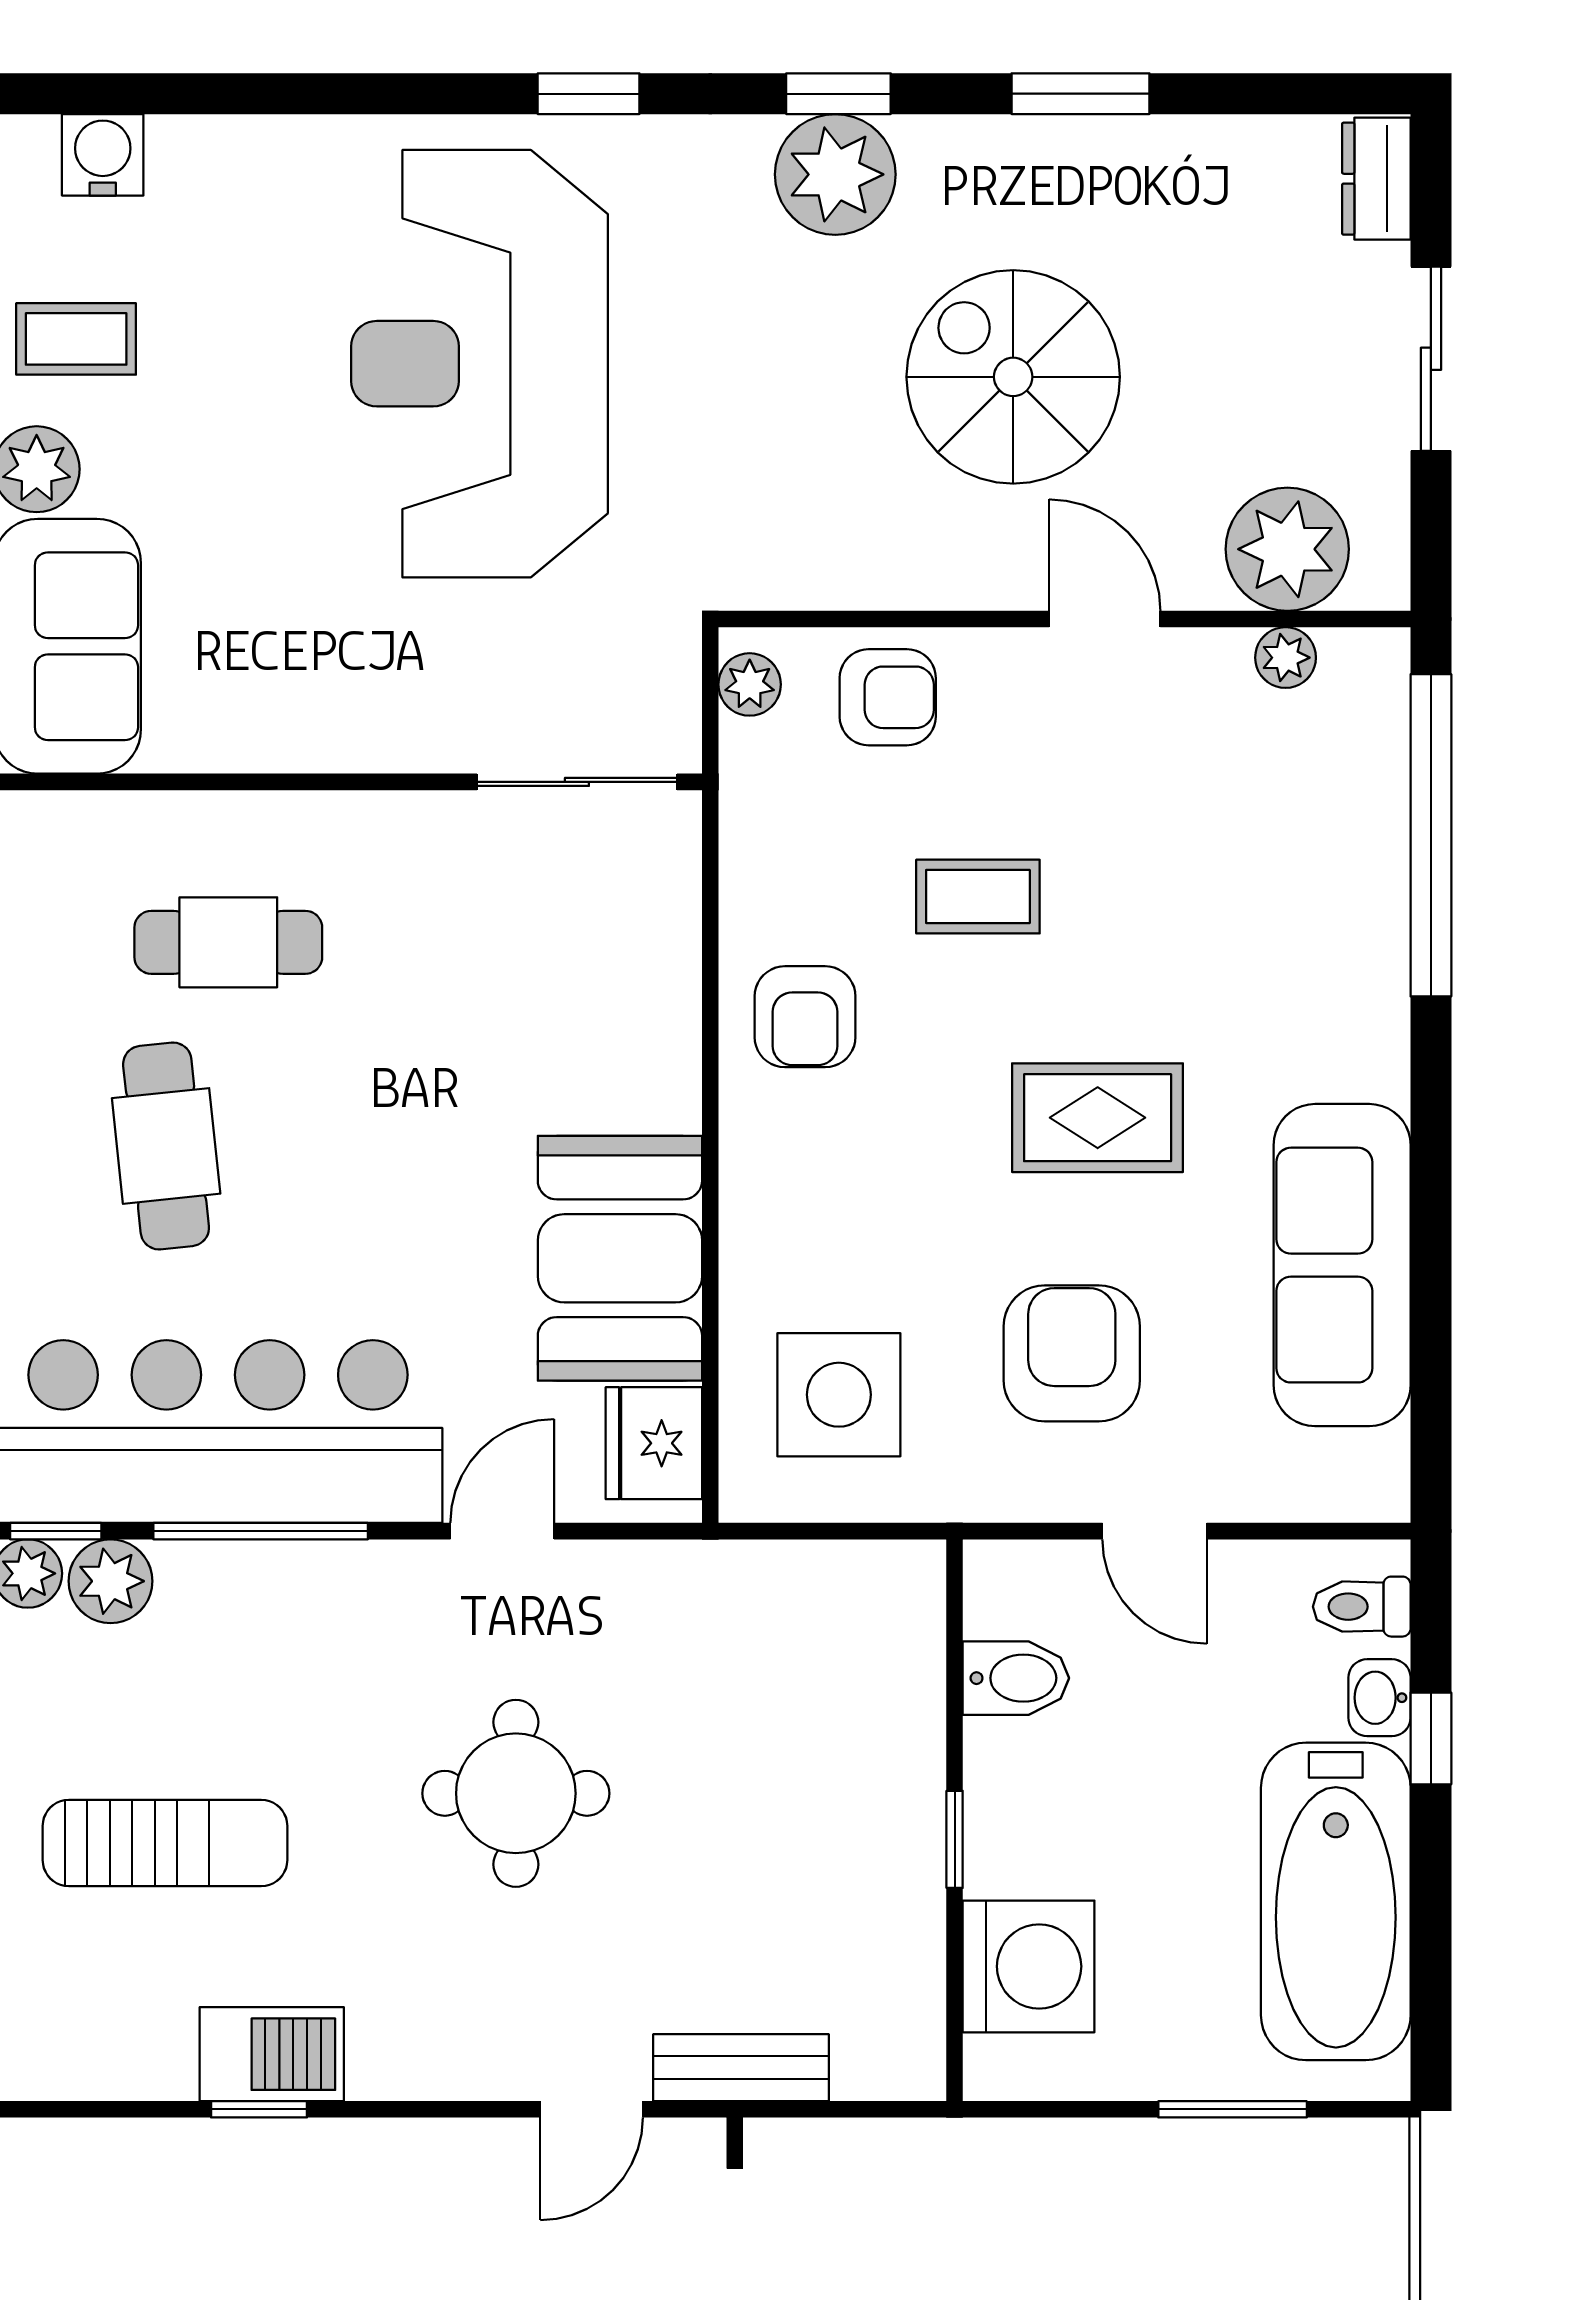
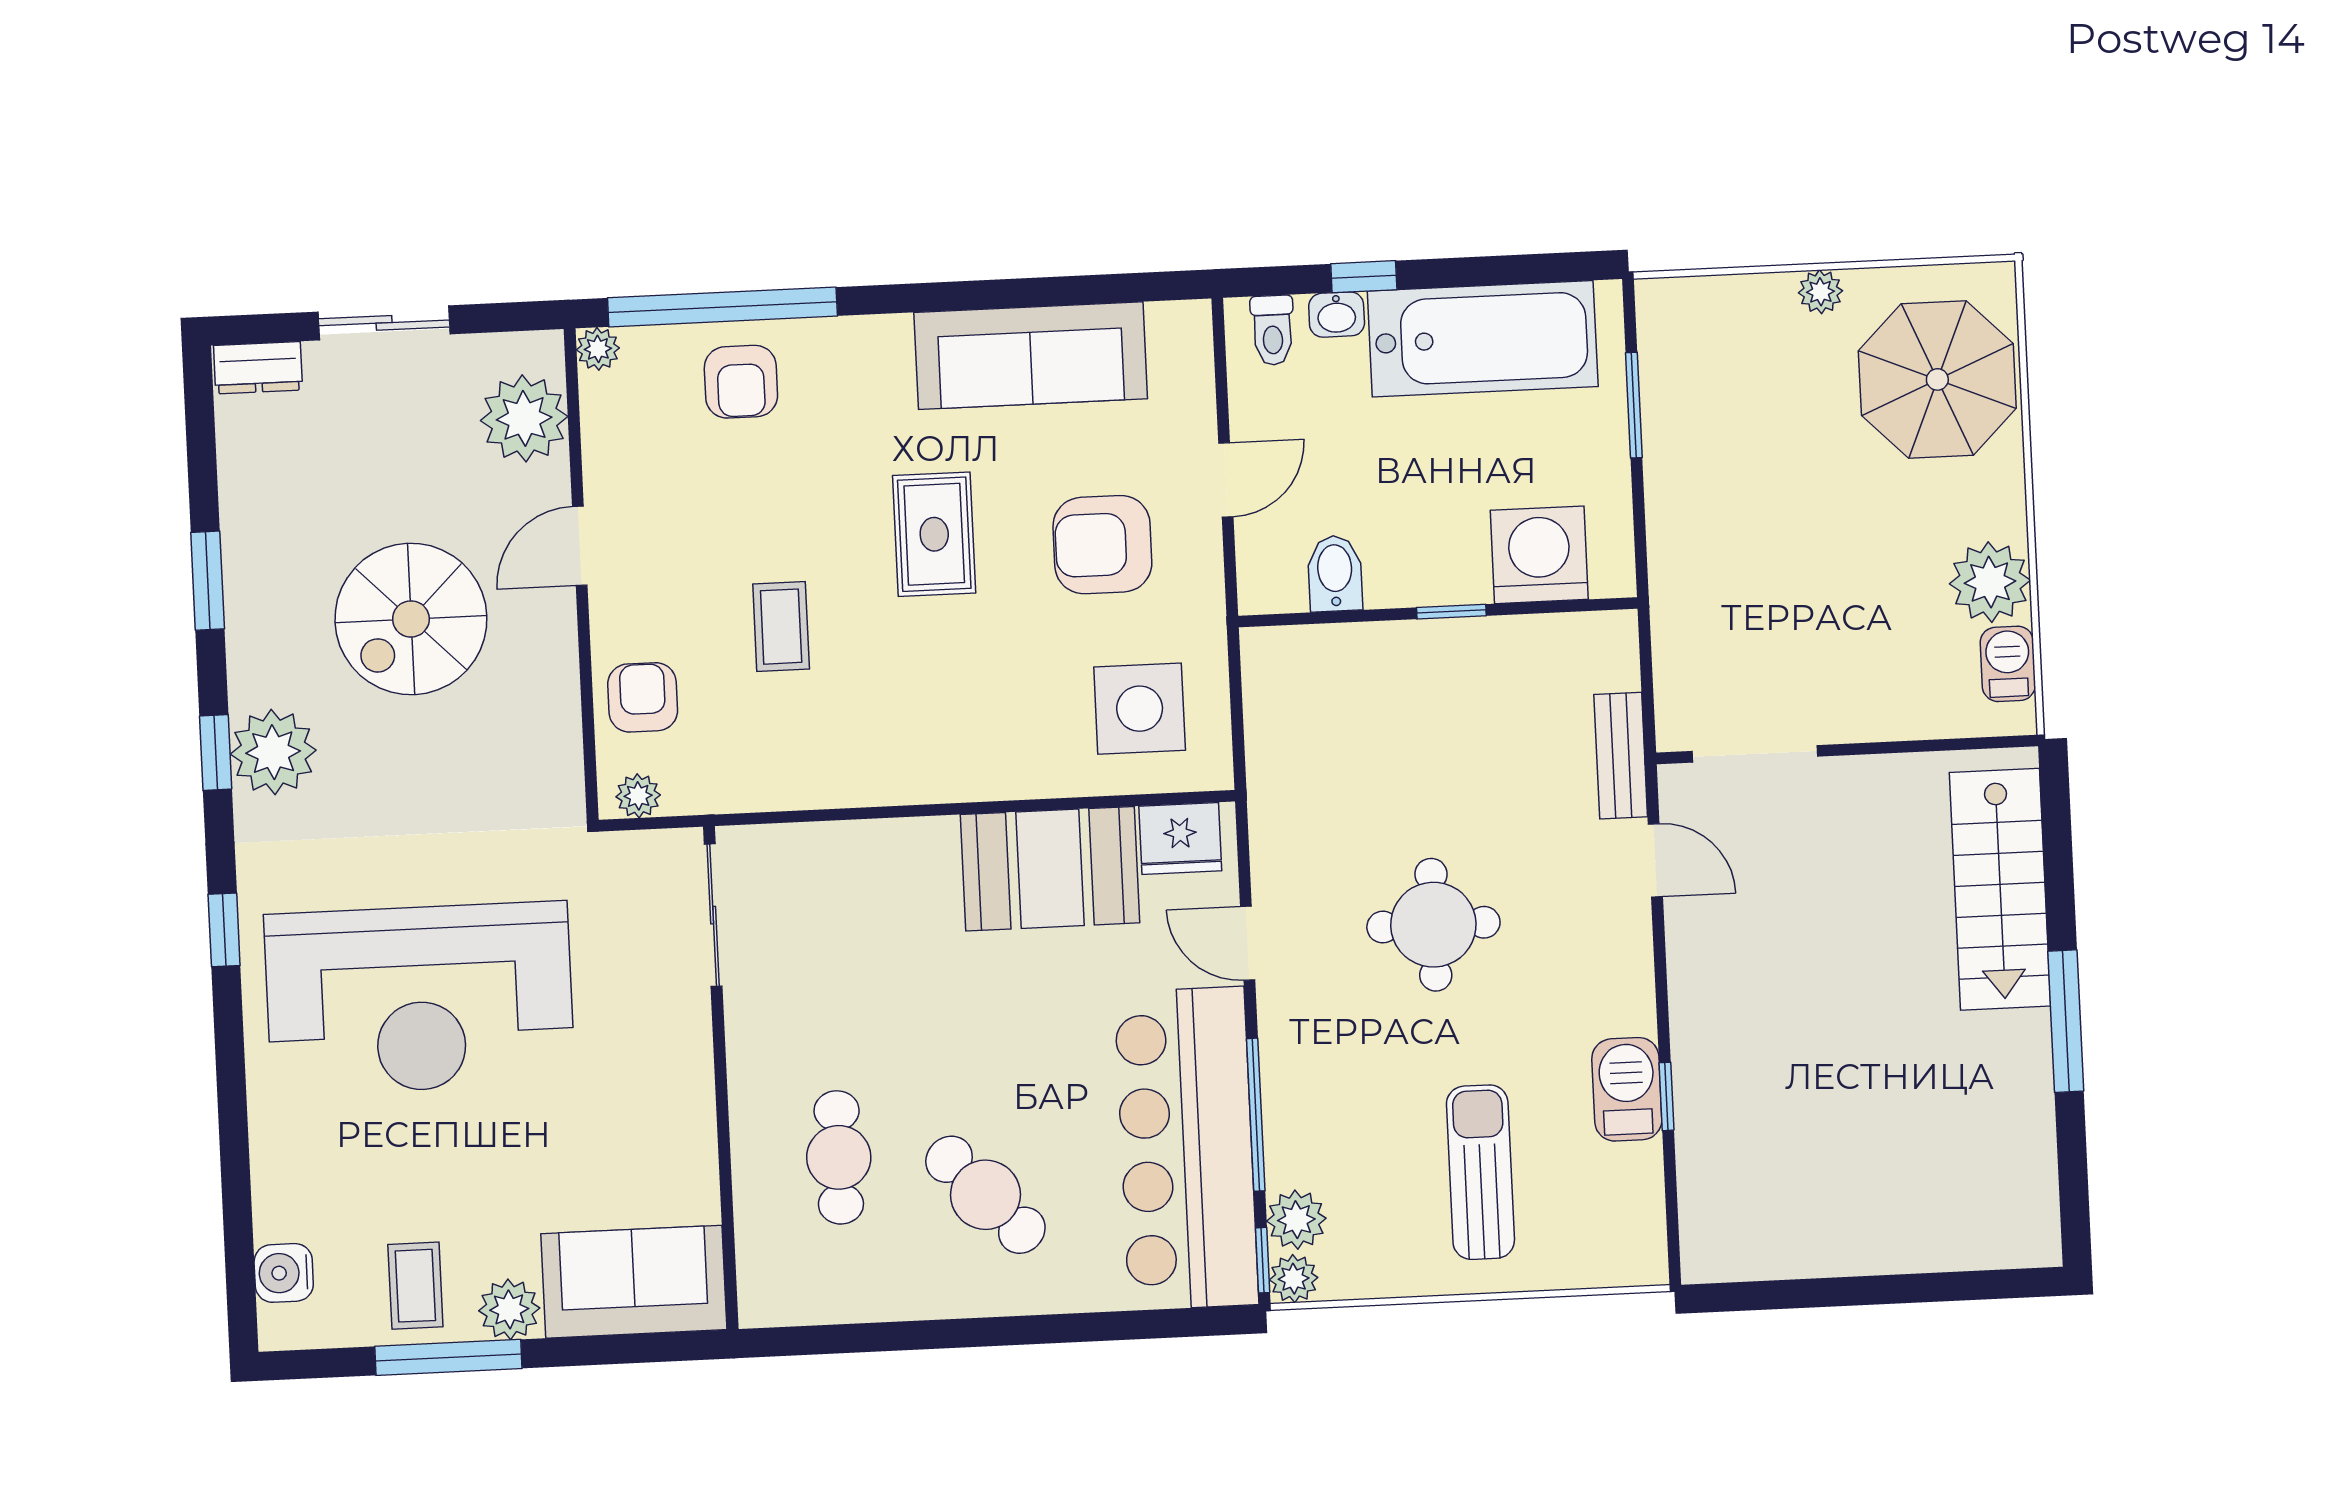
plant: (1286, 658) -> (598, 349), moved
armchair: (805, 1017) -> (741, 382), moved, turned 90
cafe table: (166, 1146) -> (985, 1195), turned 53

